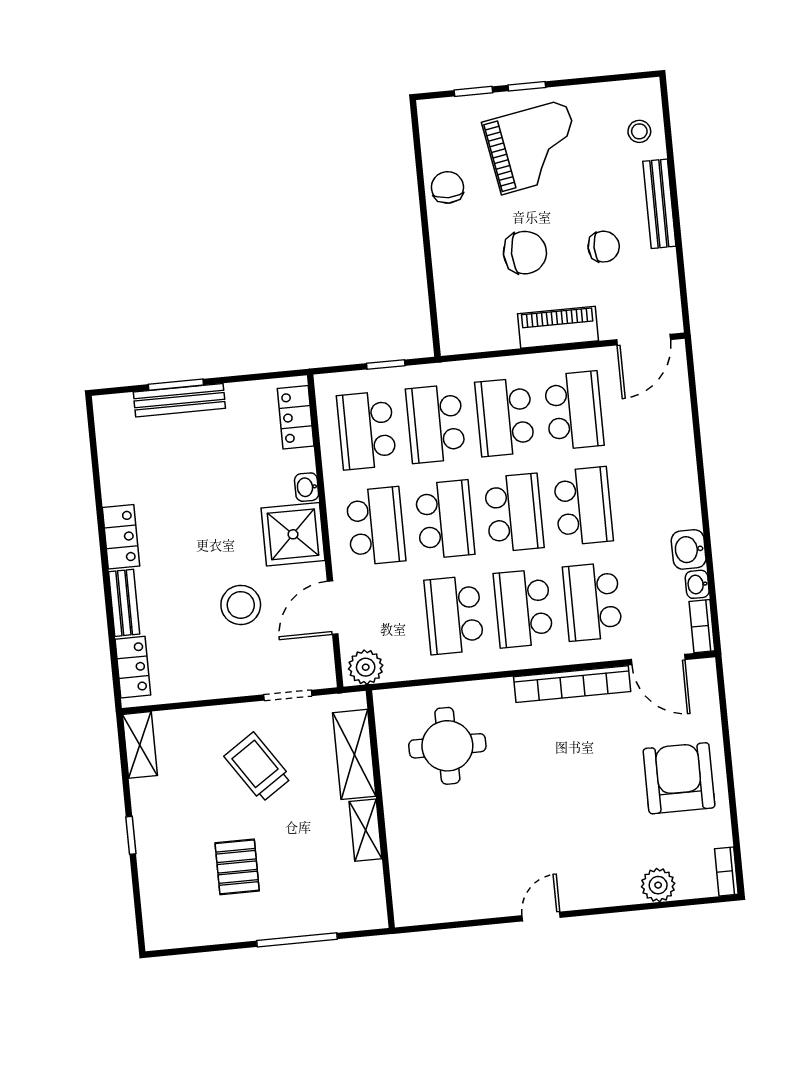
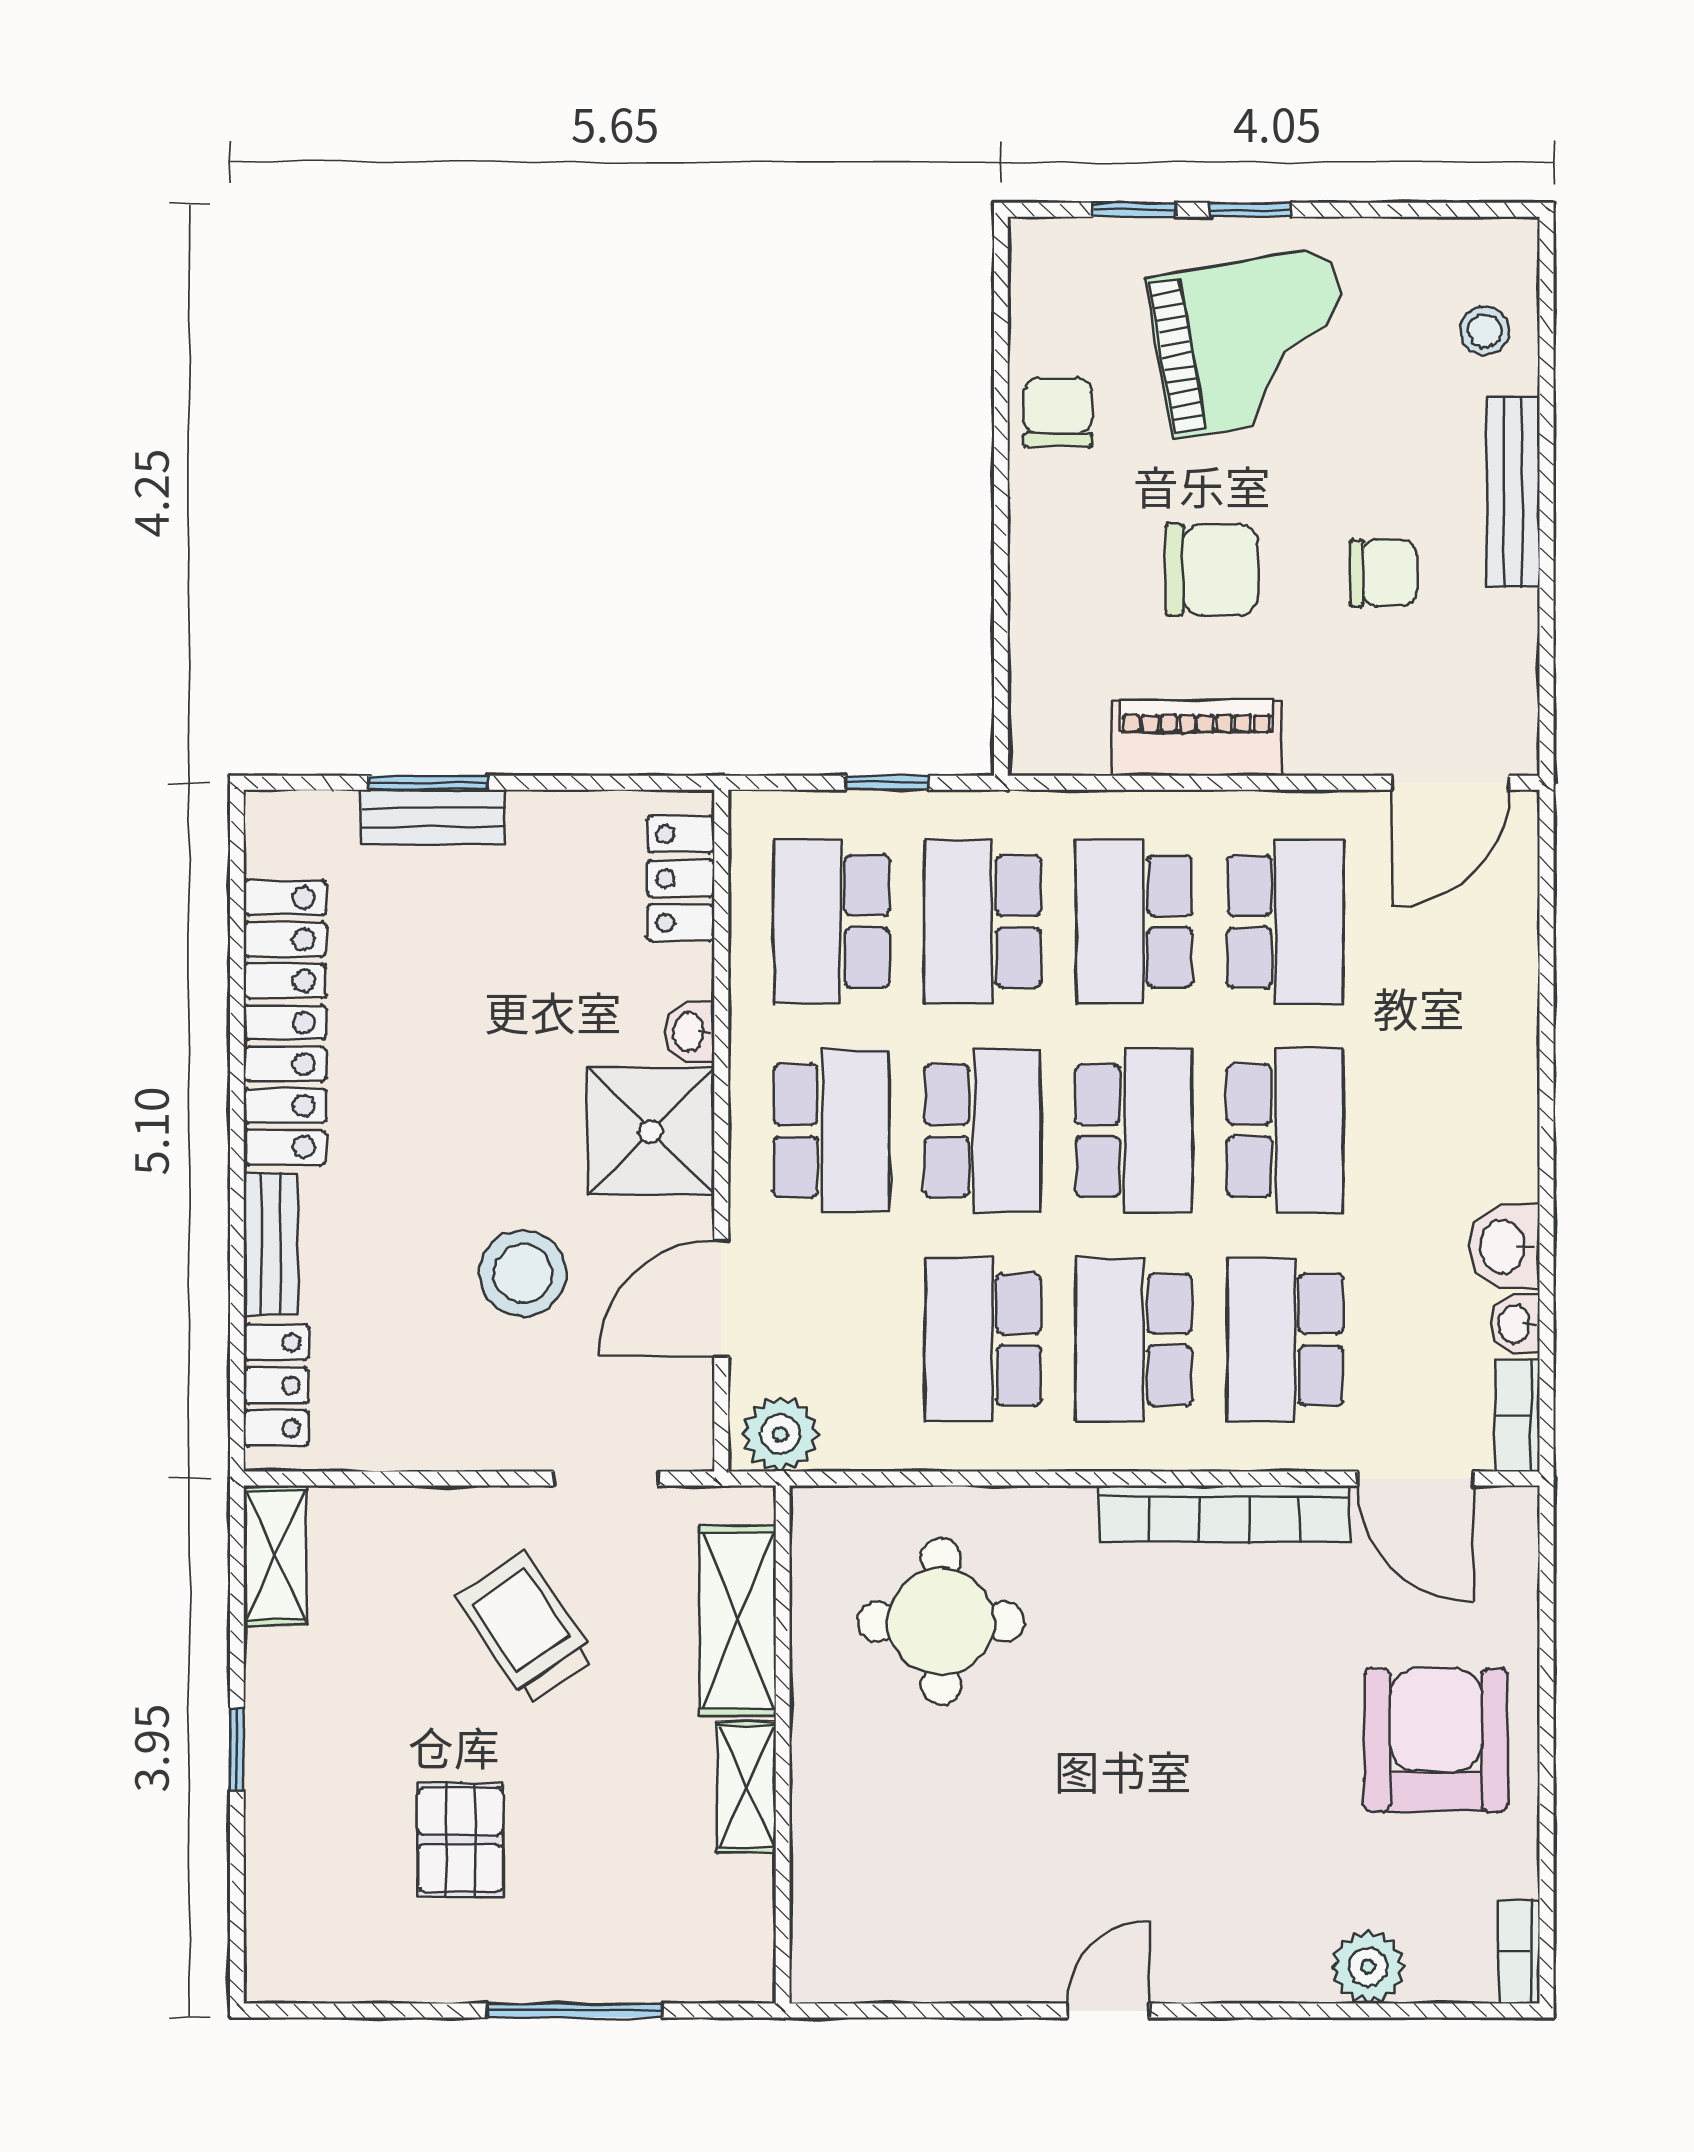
piano: (558, 327) -> (1197, 738), moved
bench: (179, 400) -> (433, 817), width x0.73
locker: (121, 537) -> (285, 1023), width x2.16, depth x1.21

